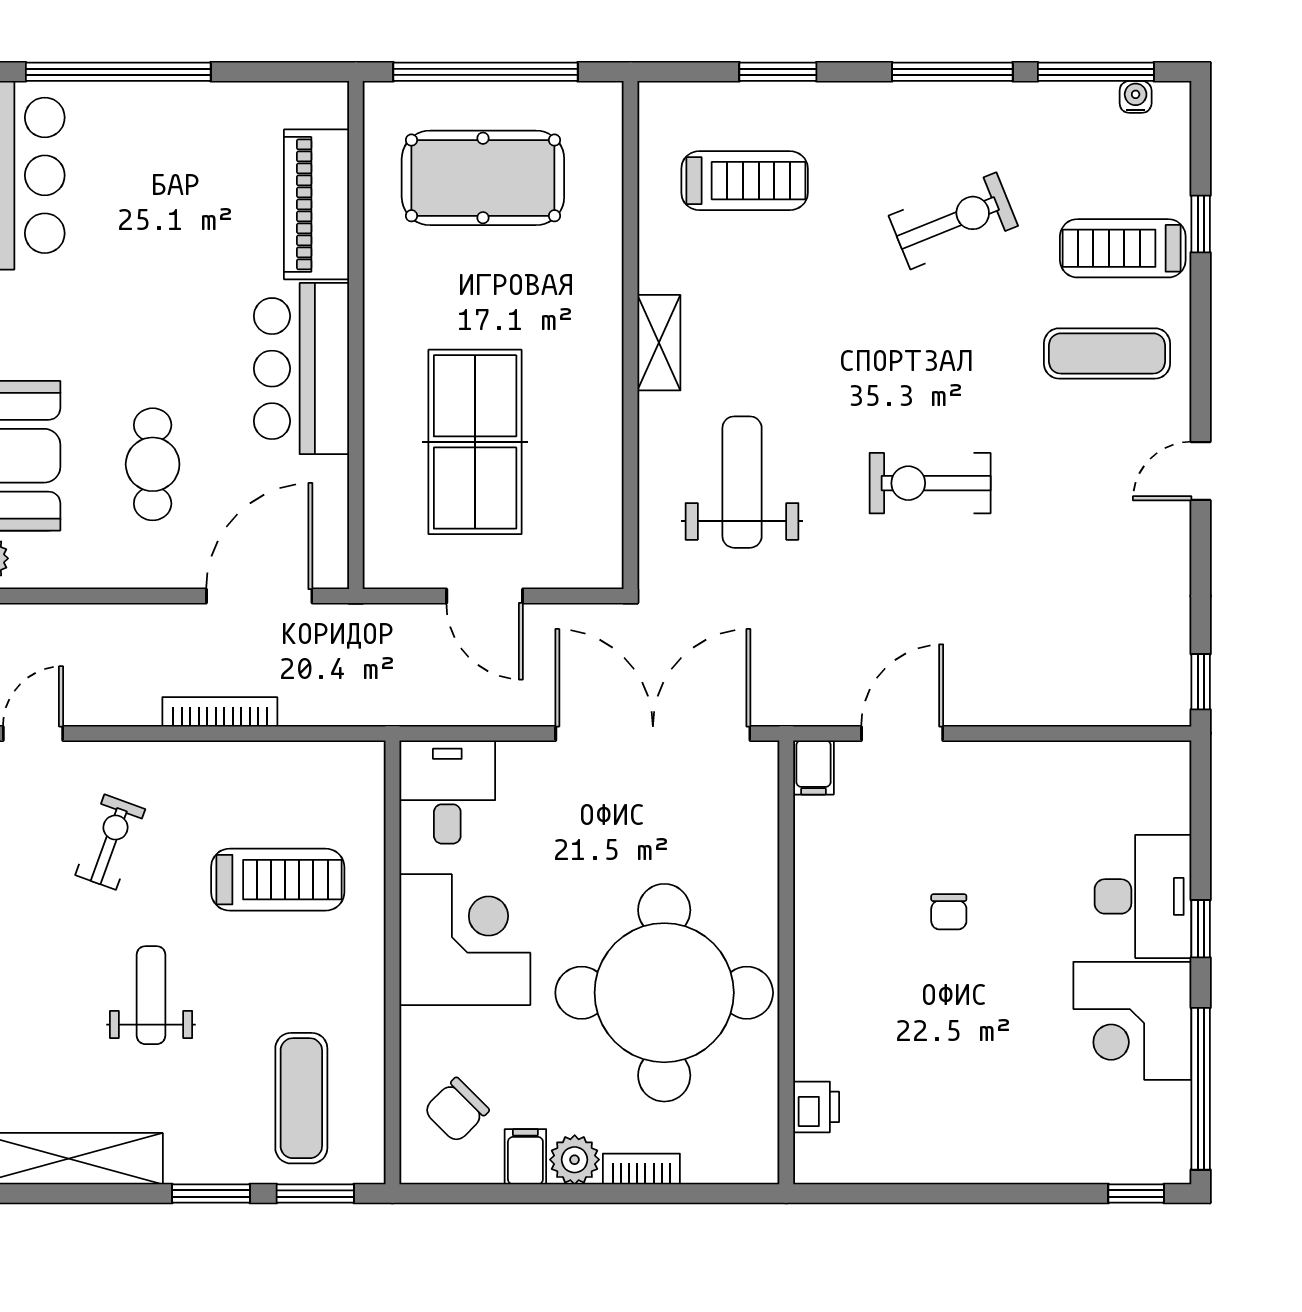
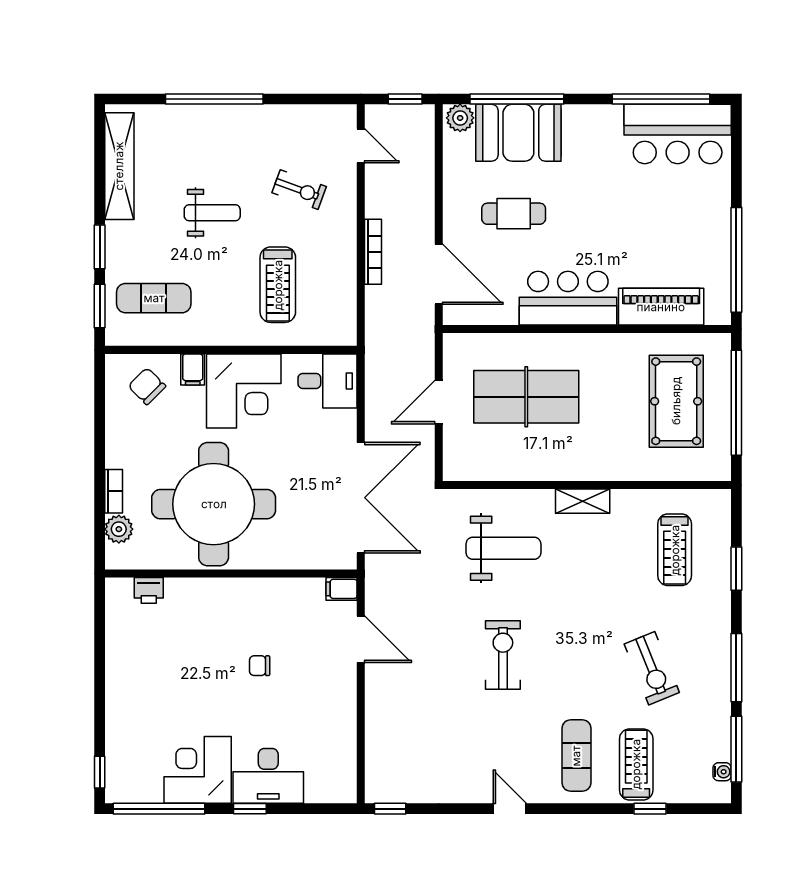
window: (118, 72) -> (736, 260), moved
filing cabinet: (525, 1157) -> (193, 369), moved, turned 90
plant: (575, 1160) -> (119, 529), moved

